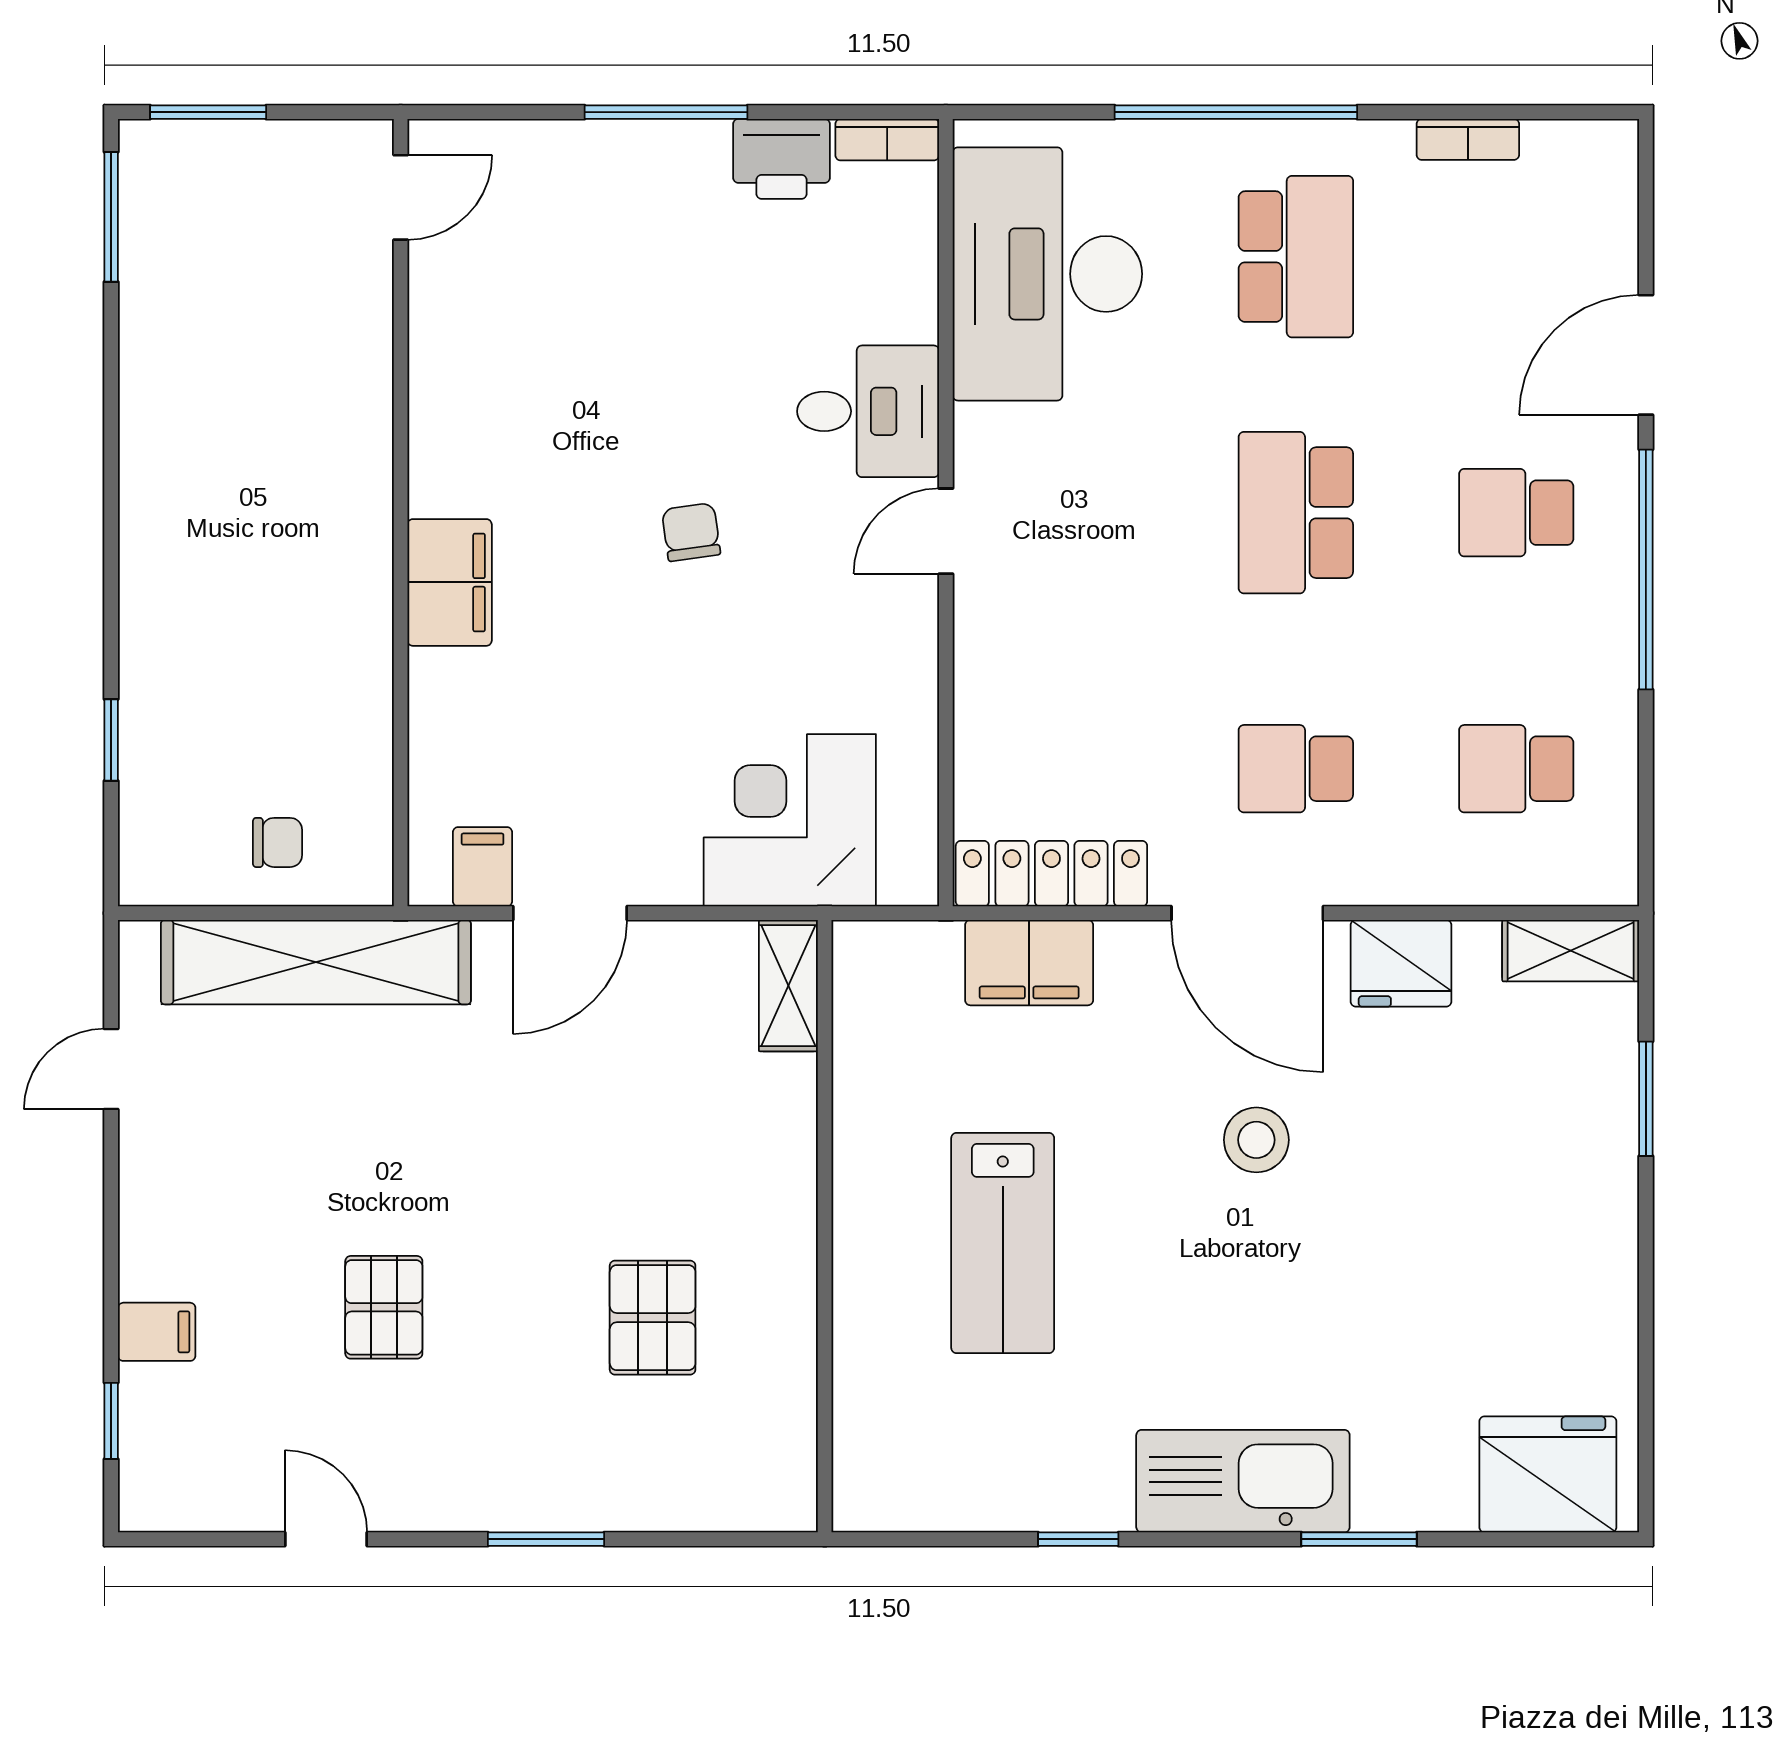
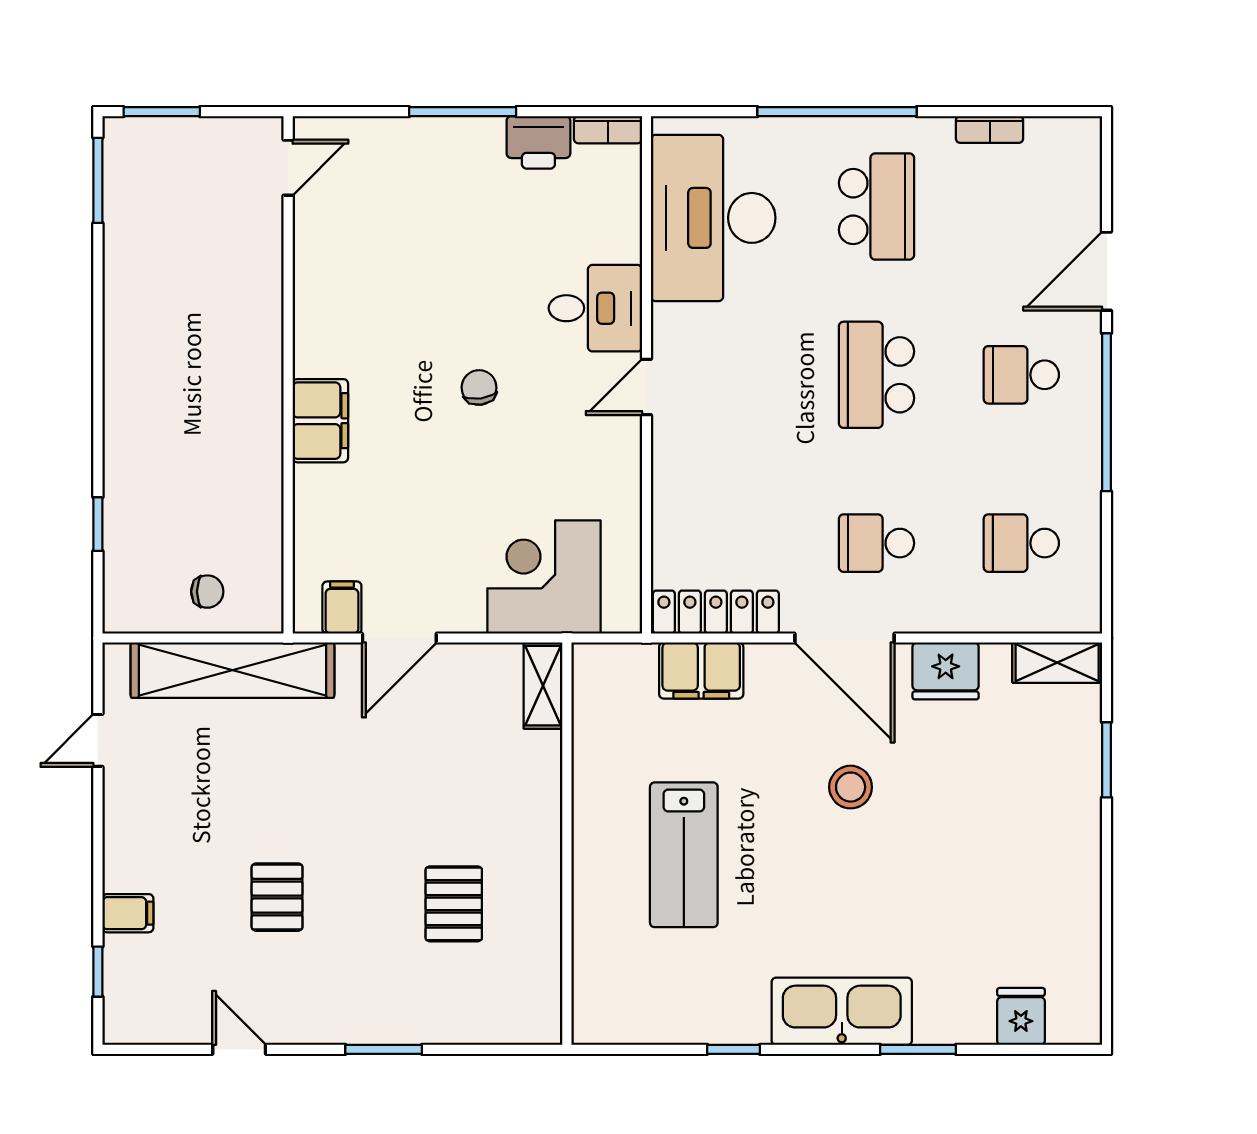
fridge: (1548, 1474) -> (1021, 1016), width x0.53, depth x0.75

